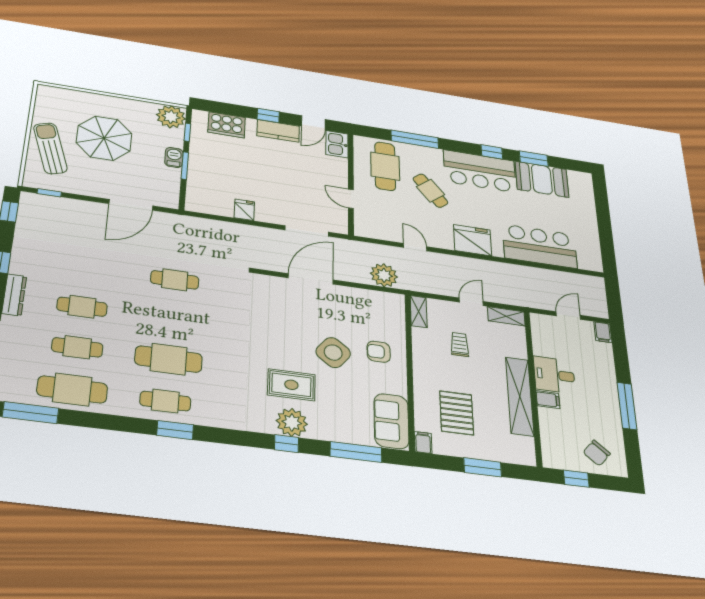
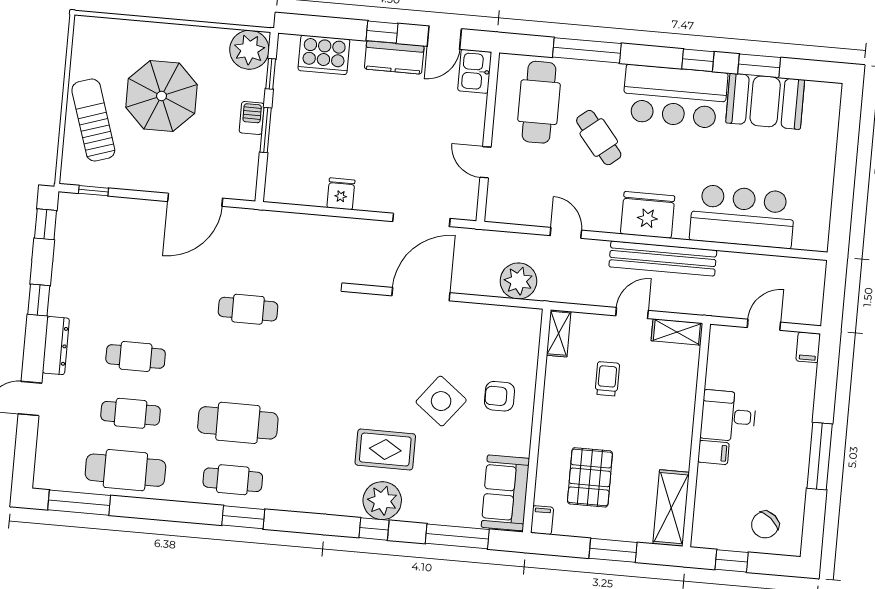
bench: (488, 268) -> (663, 258), added
shelving: (520, 396) -> (671, 508), moved, width x0.68

